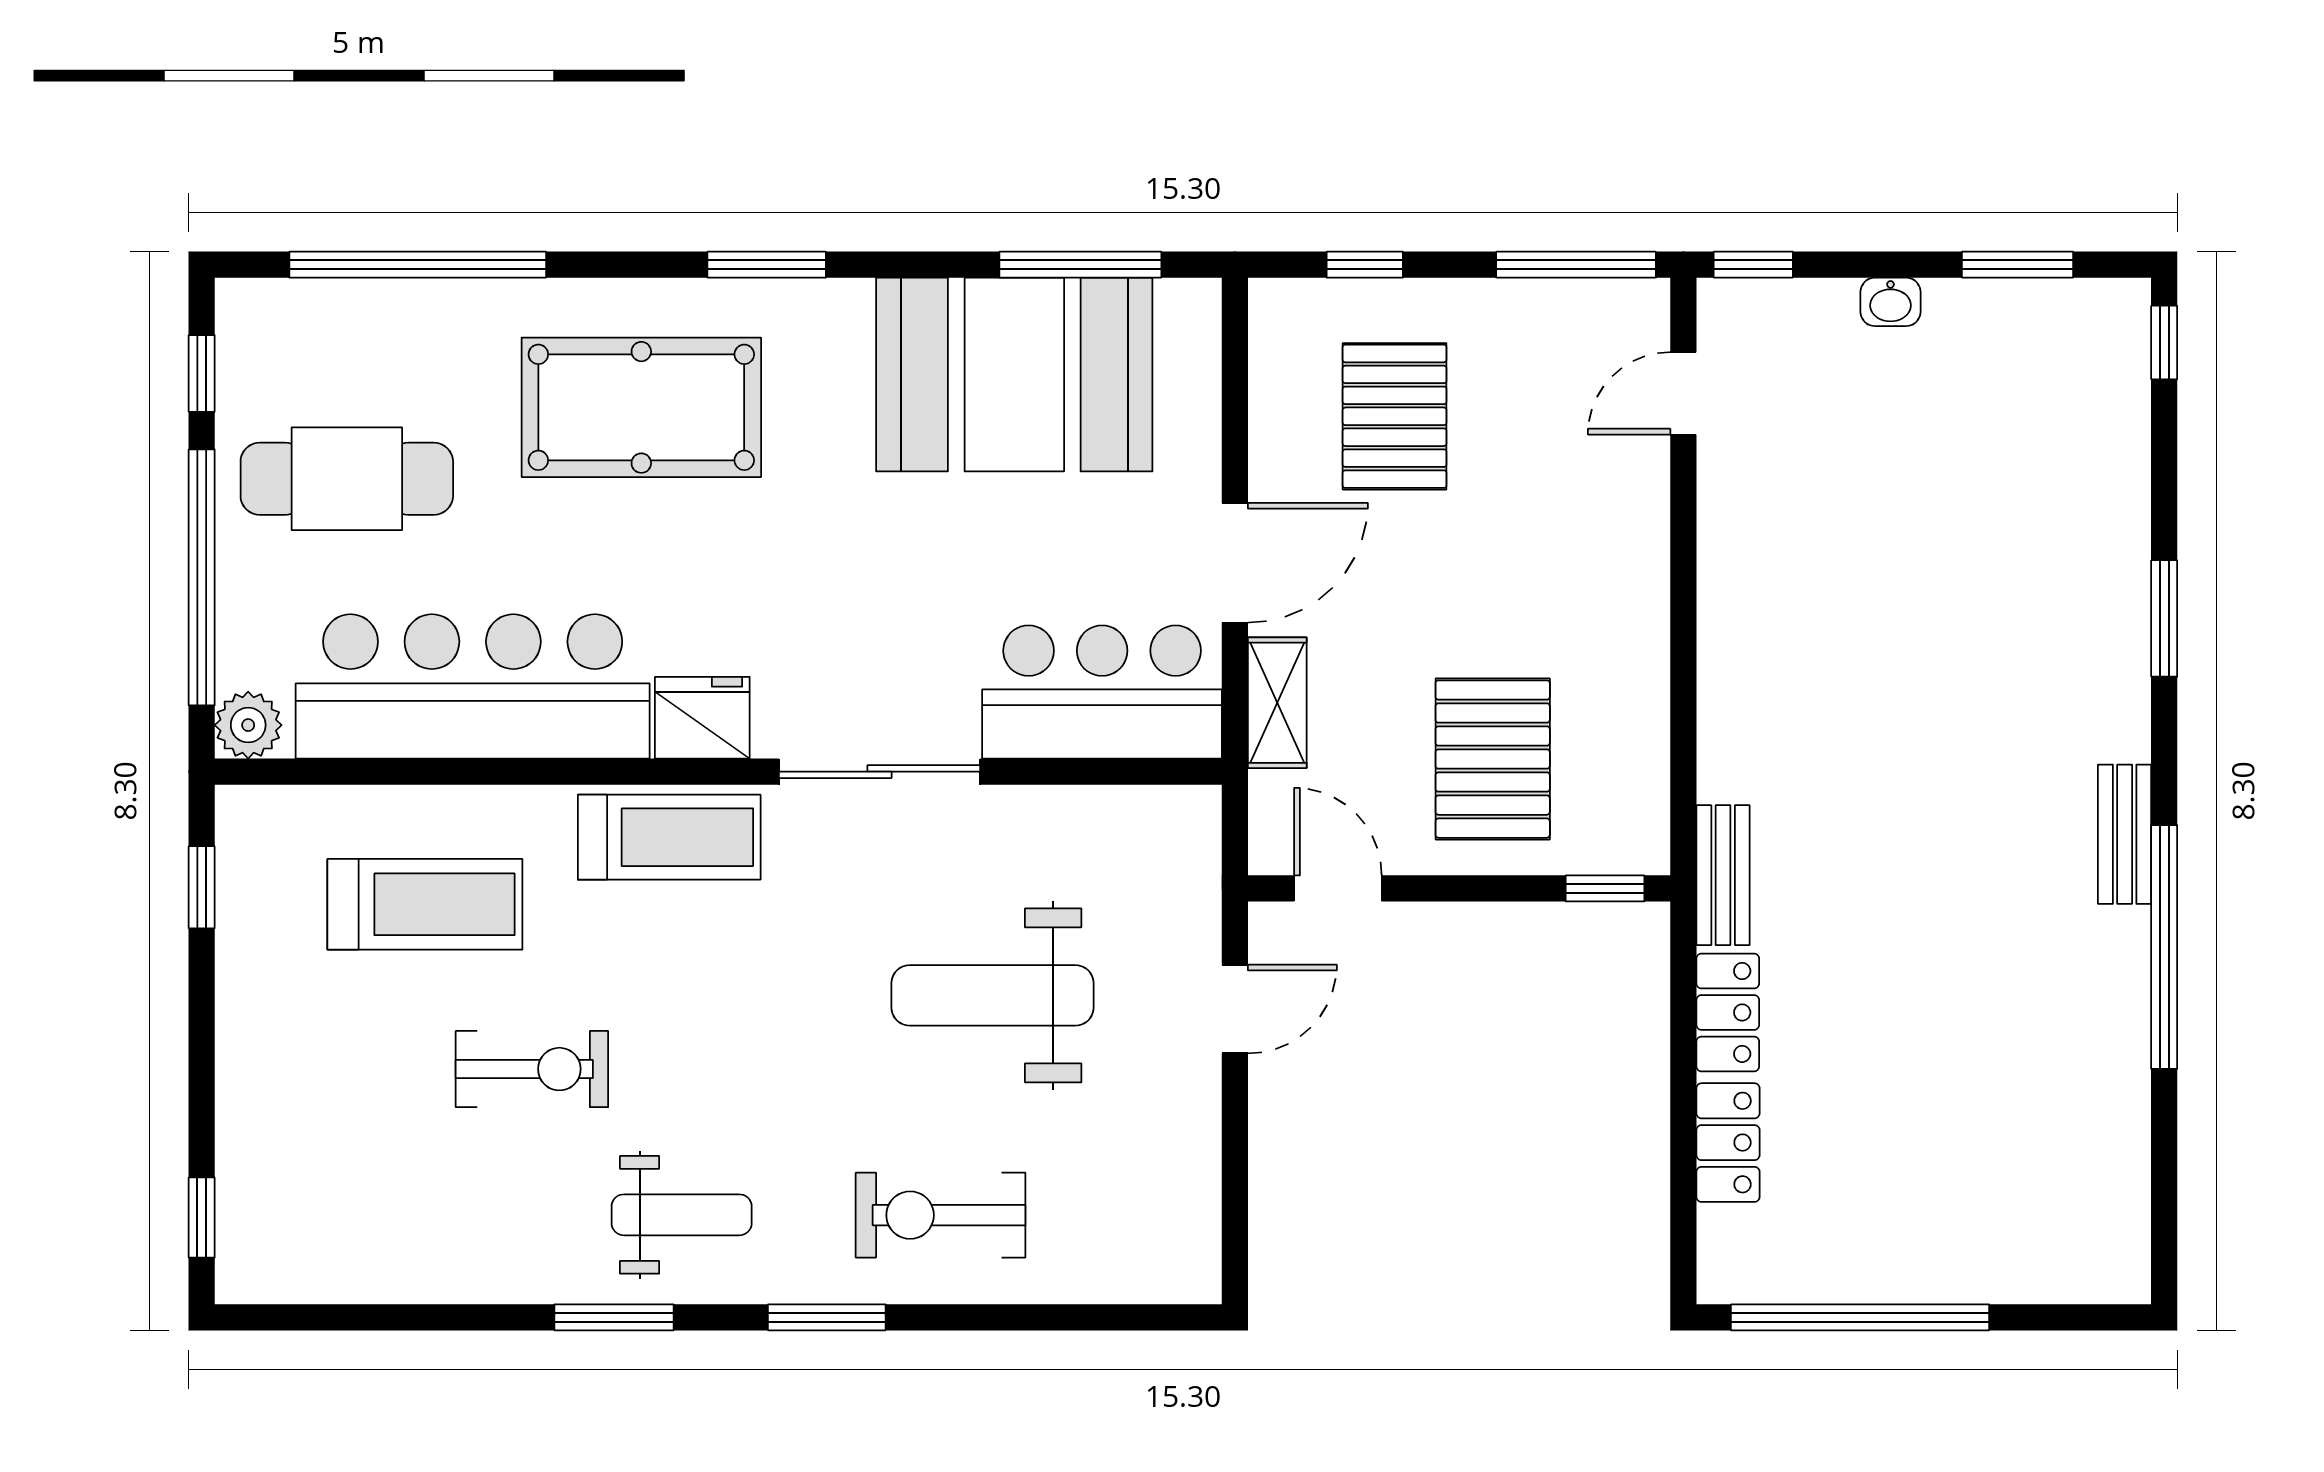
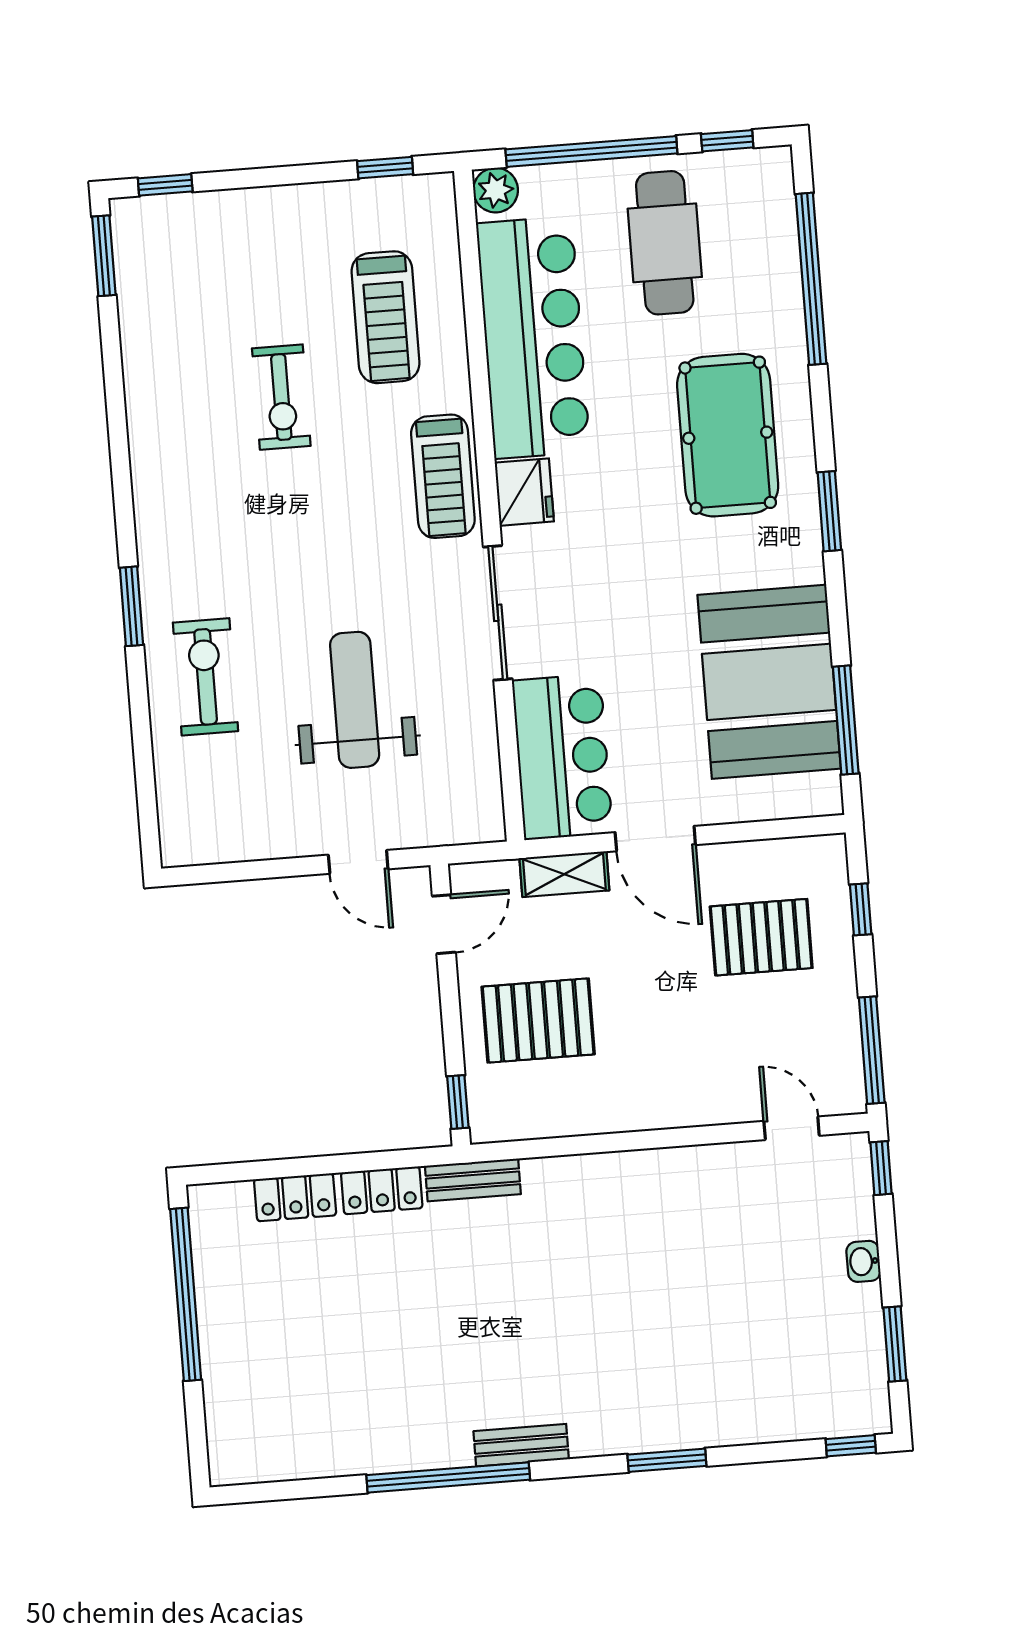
weight bench: (682, 1215) -> (192, 504), removed
window: (614, 1317) -> (104, 256), moved

